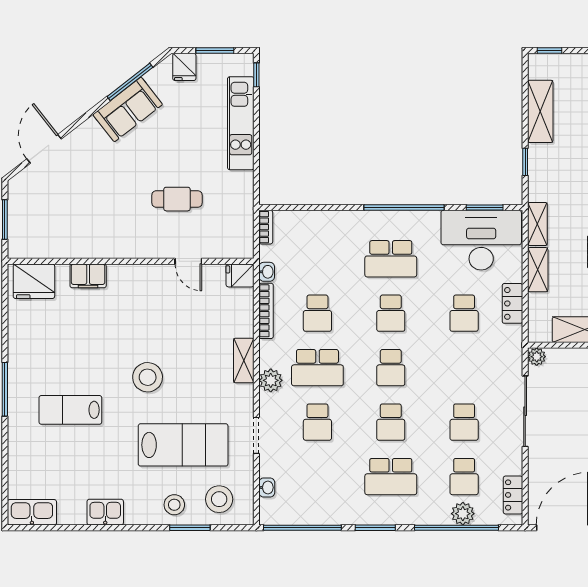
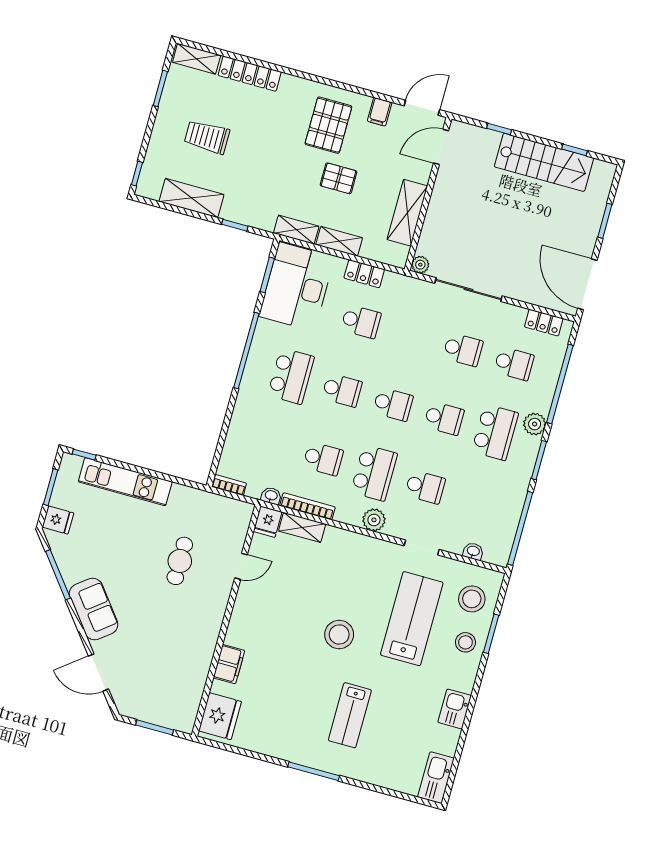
sofa: (128, 109) -> (94, 609), moved
shelving: (244, 360) -> (302, 527), moved
plant: (463, 514) -> (535, 424), moved

